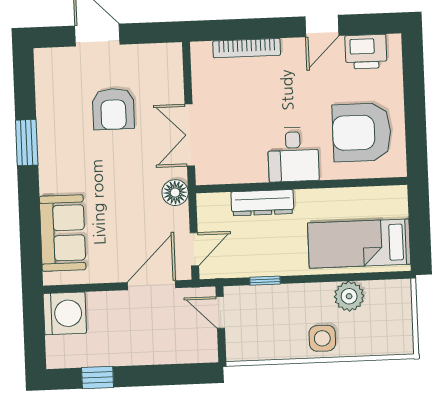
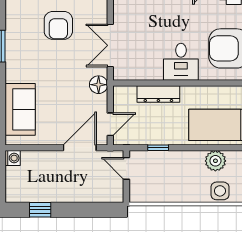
washing machine: (65, 313) -> (13, 158), width x0.53, depth x0.53
side table: (322, 338) -> (220, 191), moved

